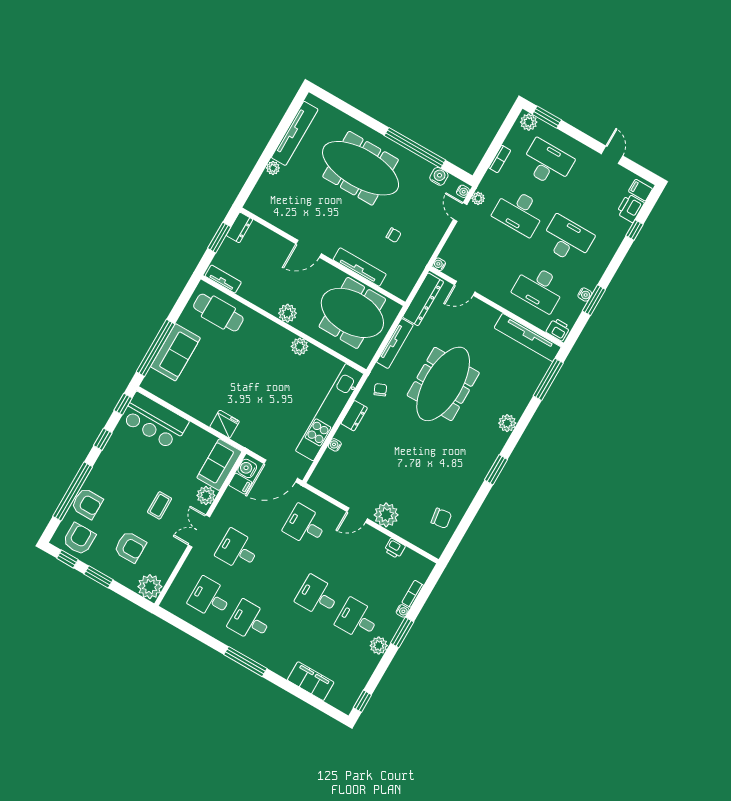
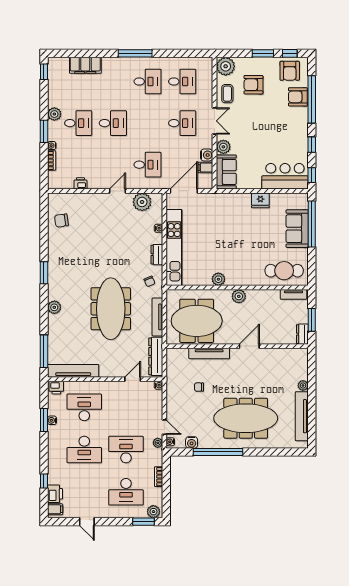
fridge: (225, 424) -> (260, 200), moved
water cooler: (247, 468) -> (207, 155), moved
coffee table: (160, 505) -> (227, 94), moved
plant: (386, 515) -> (142, 202), moved

